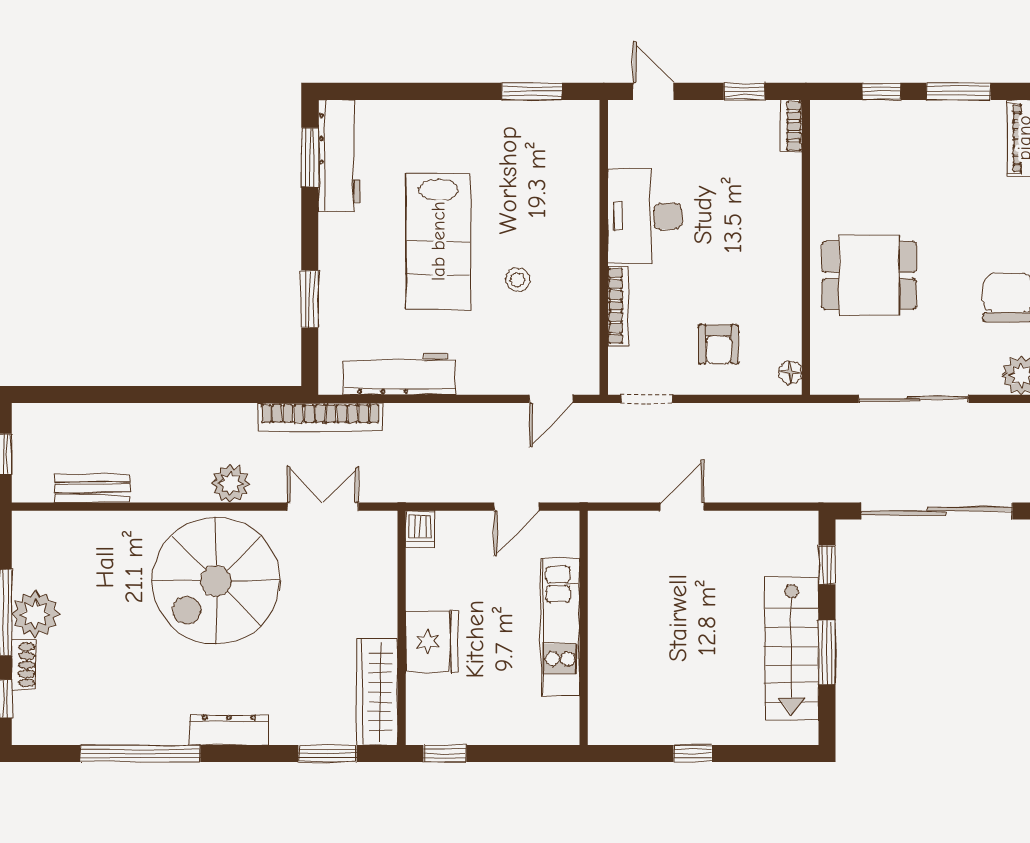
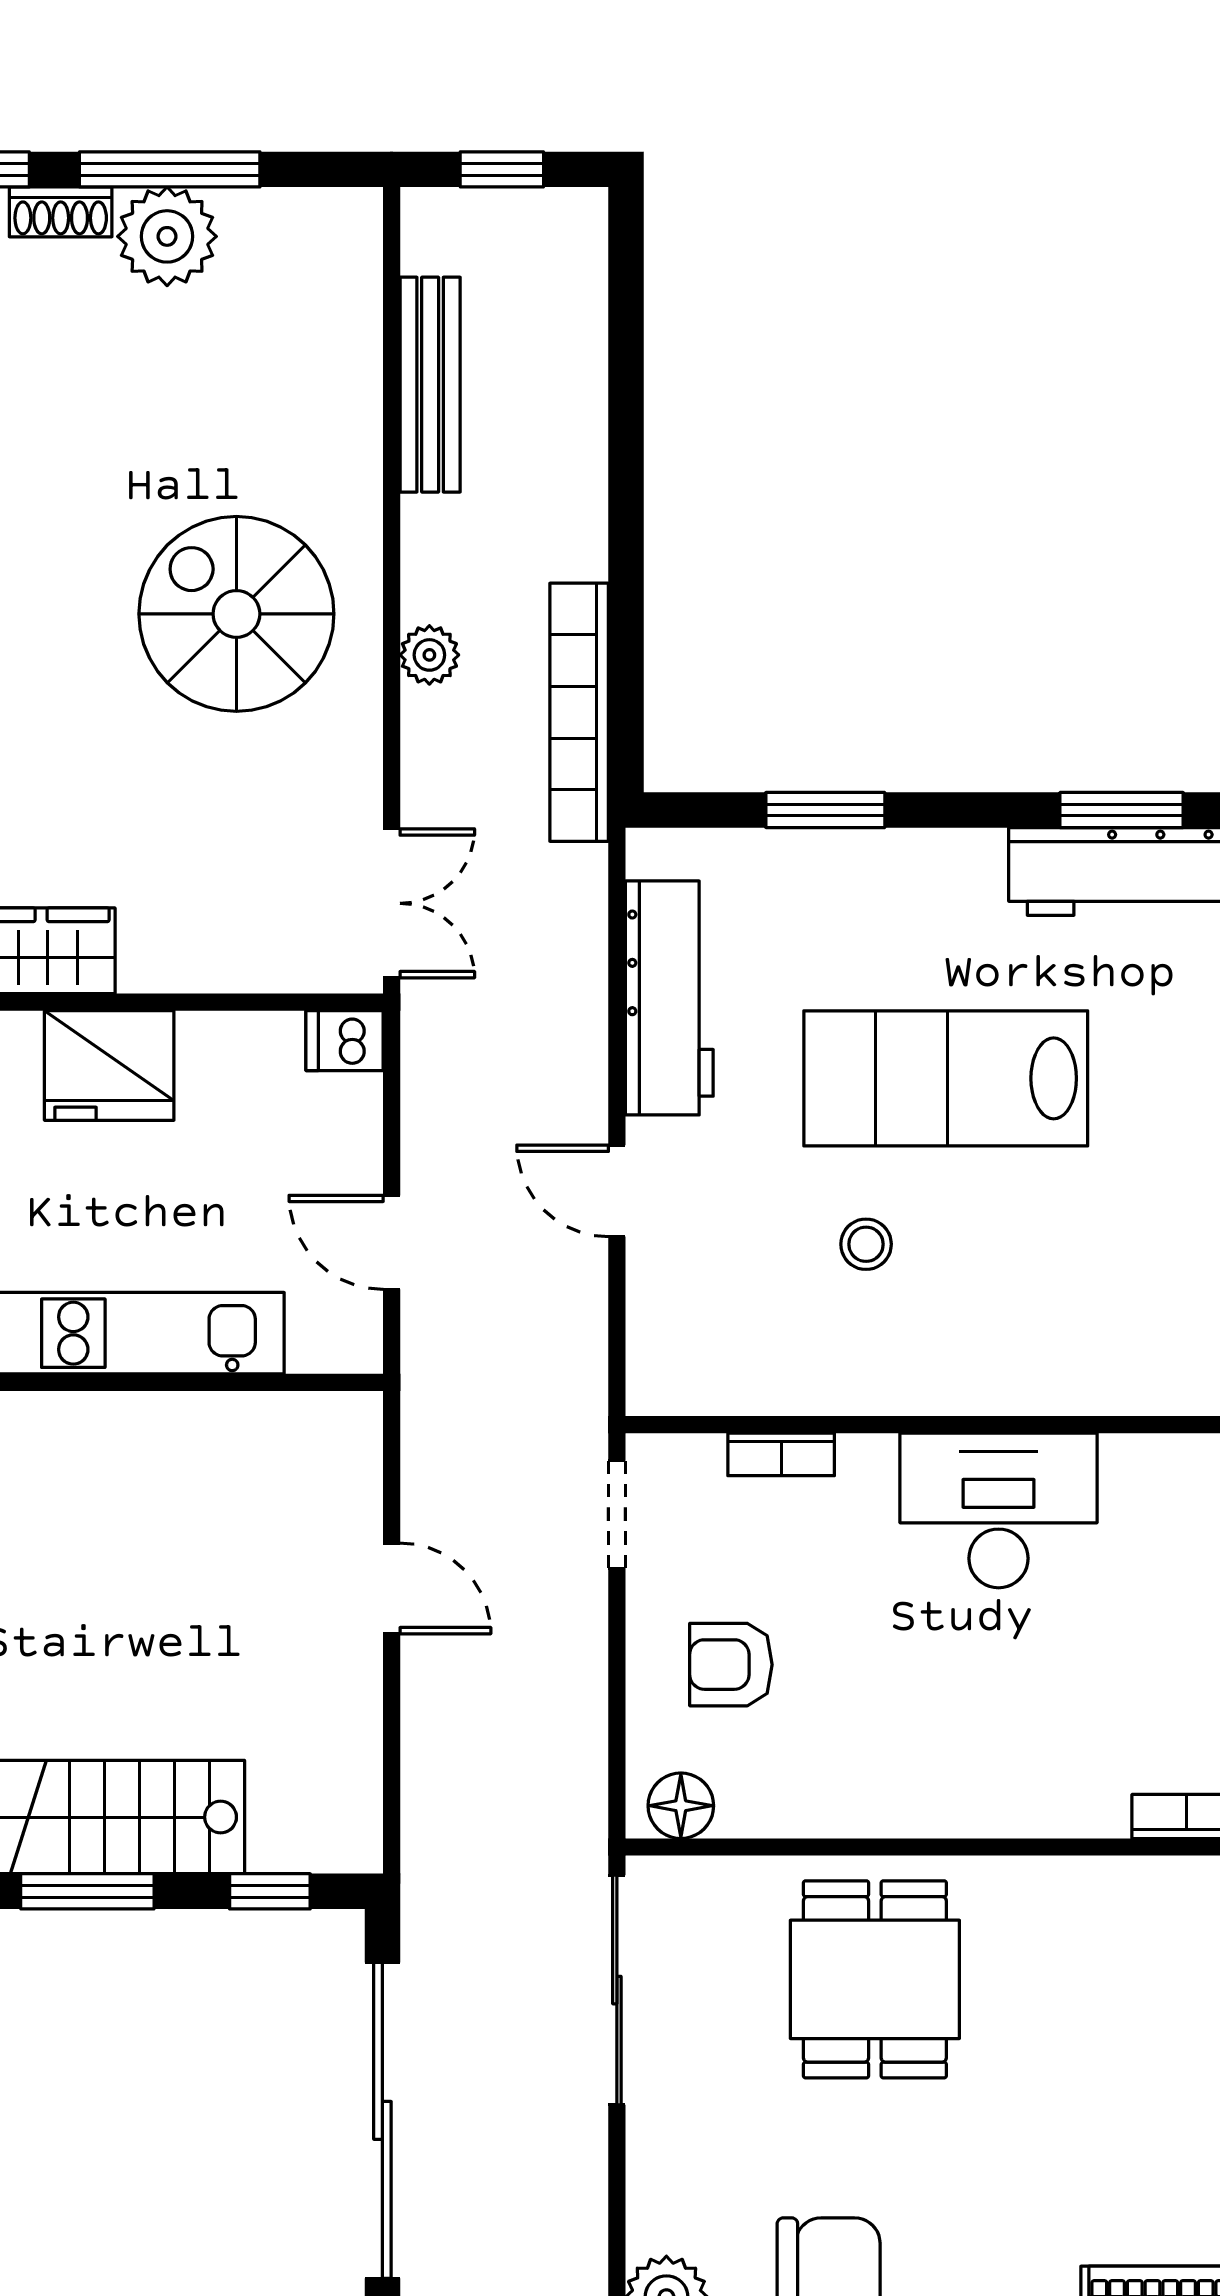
bookcase: (618, 306) -> (781, 1454), width x0.64
floor lamp: (790, 372) -> (681, 1806), width x1.37, depth x1.37
door: (551, 399) -> (617, 1191), moved
sliding door: (914, 399) -> (617, 1990), moved
bookcase: (320, 417) -> (579, 712), moved
plant: (230, 483) -> (429, 655), width x0.73, depth x0.73
bench: (93, 488) -> (430, 385), width x1.36
double door: (323, 507) -> (392, 903), moved
spiral stairs: (216, 581) -> (236, 614), width x0.73, depth x0.73

